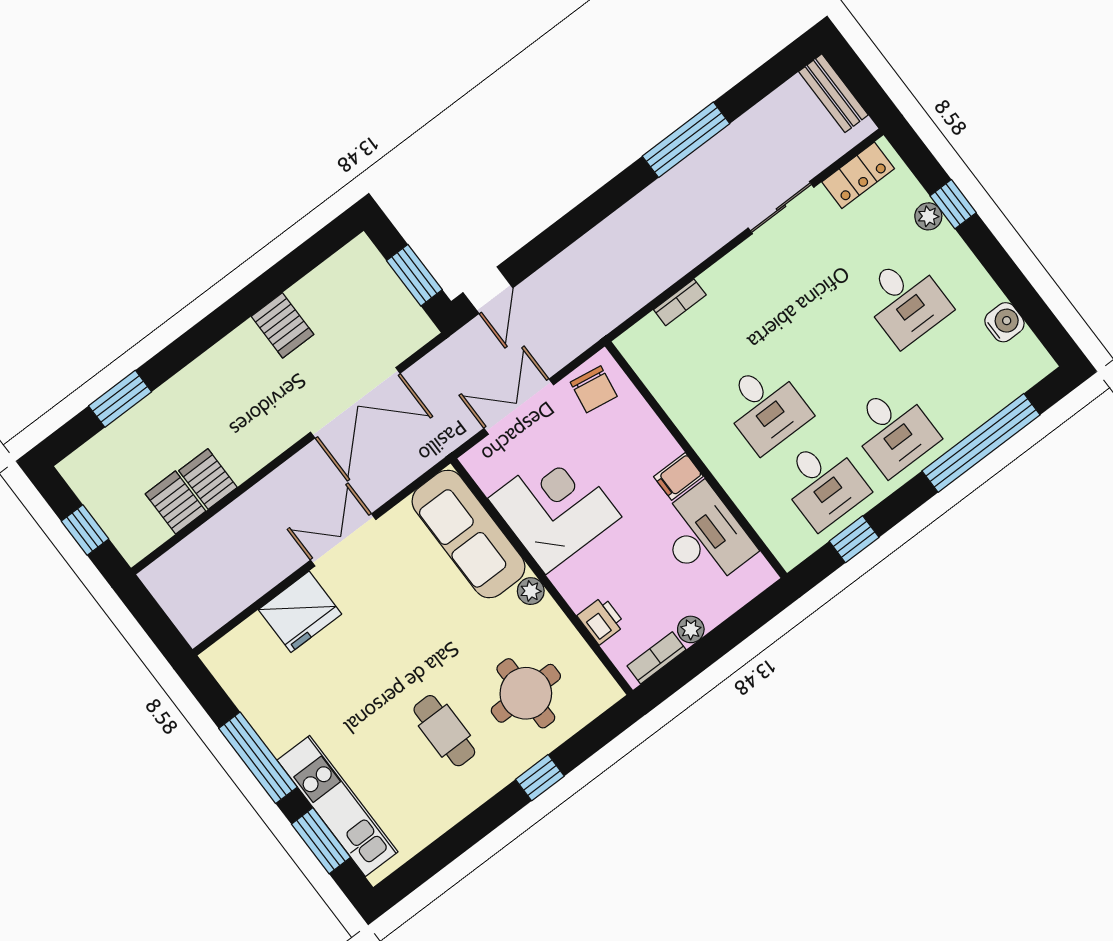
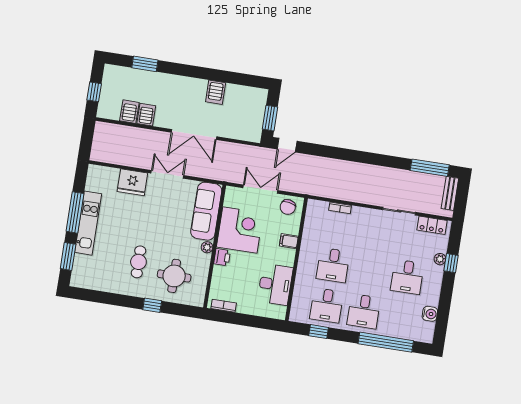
window: (686, 140) -> (430, 168), moved
double door: (355, 403) -> (194, 134), moved
filing cabinet: (678, 476) -> (289, 241), moved
printer: (601, 620) -> (222, 257), moved
plant: (691, 629) -> (242, 308), removed
kitchen unit: (338, 806) -> (88, 223), moved

